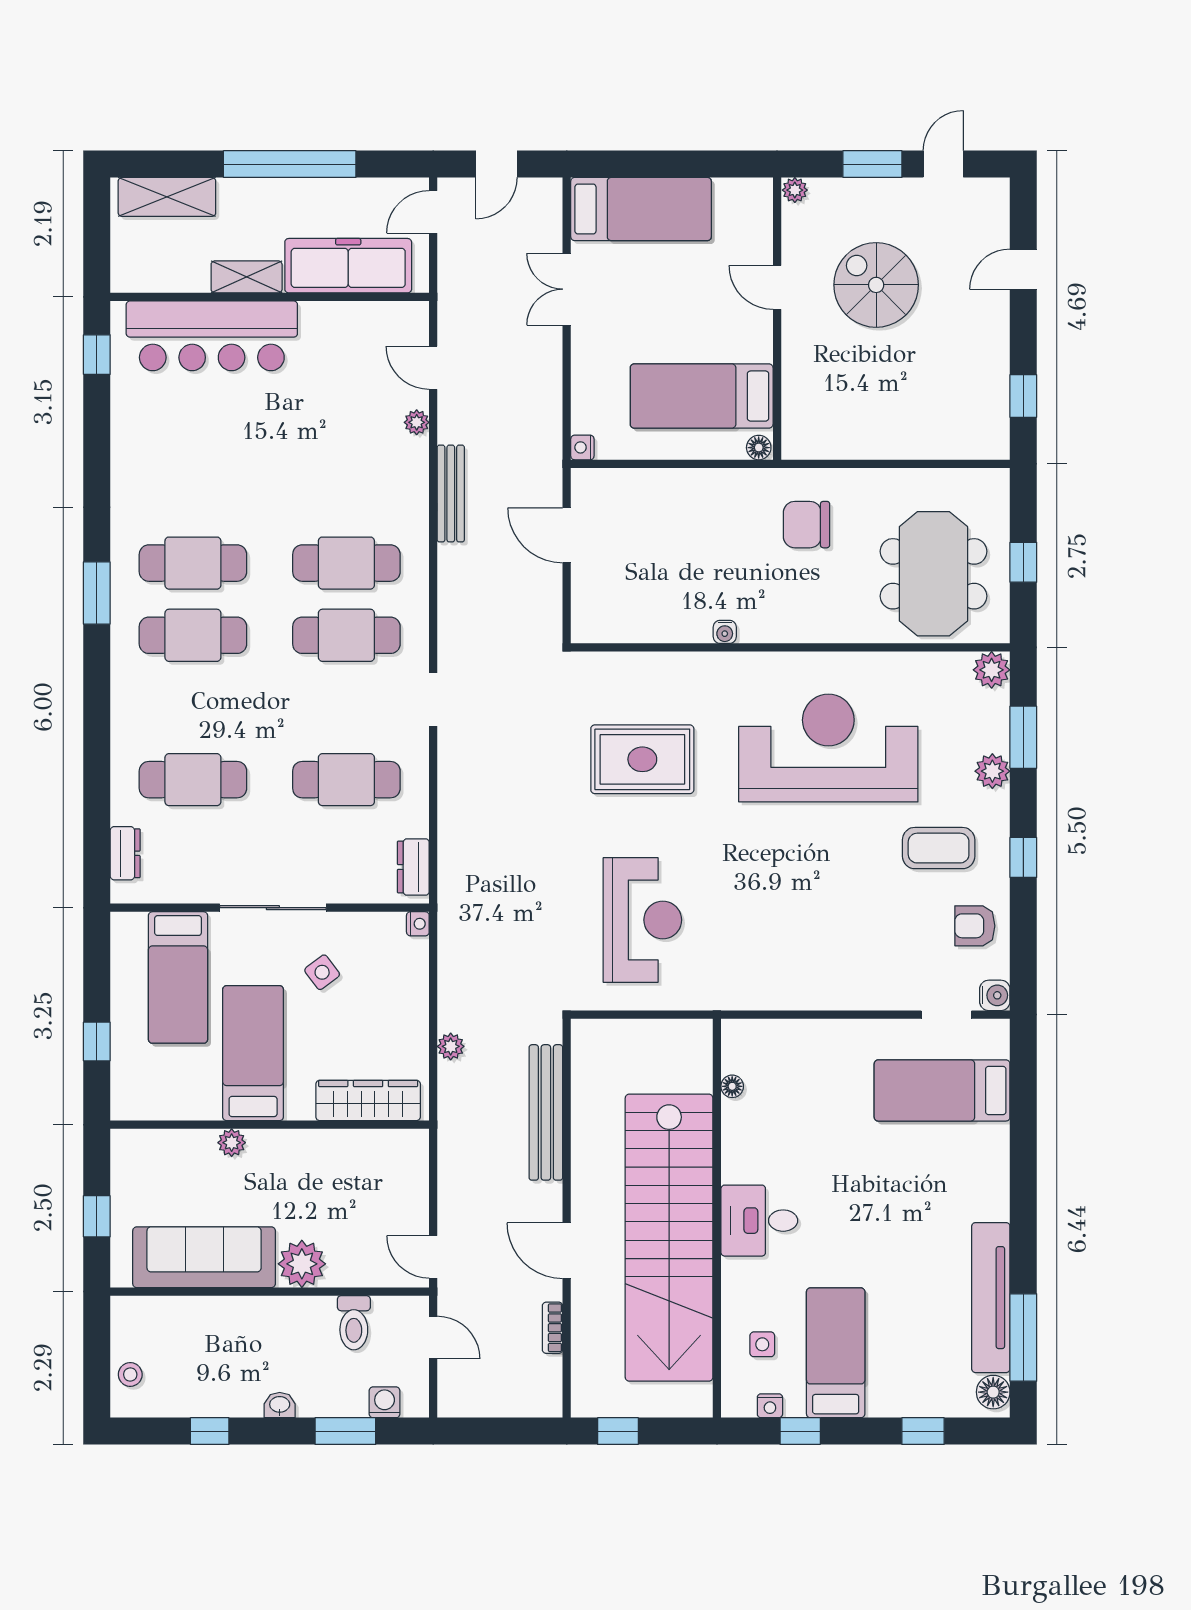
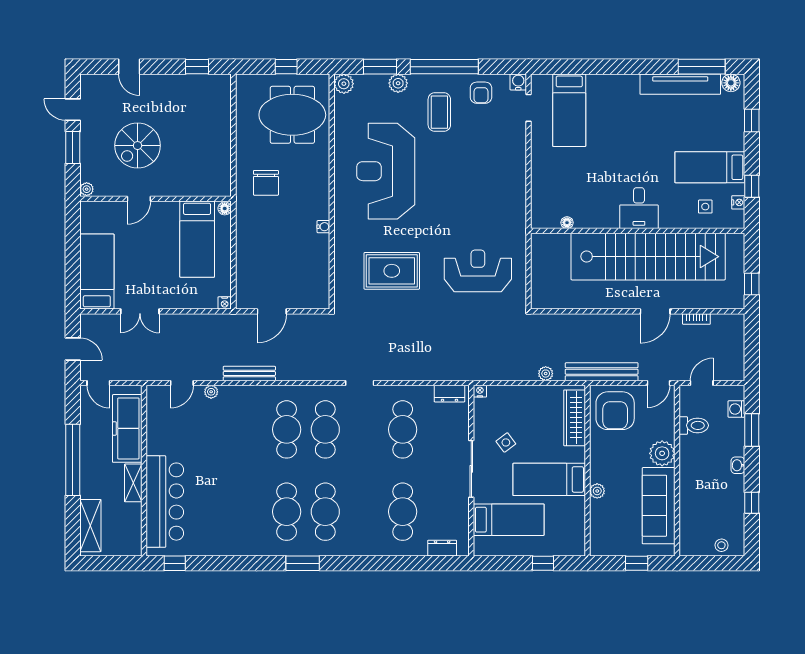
rug: (642, 759) -> (392, 271), turned 90
window: (1023, 857) -> (444, 67), width x3.17
bench: (546, 1112) -> (602, 372), moved
armchair: (381, 1176) -> (615, 411), added

